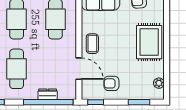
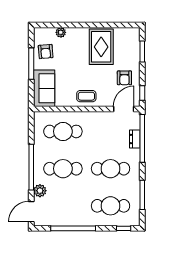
rug: (149, 42) -> (101, 47), moved, turned 90
door: (79, 69) -> (124, 109), moved
plant: (159, 83) -> (61, 32), moved

